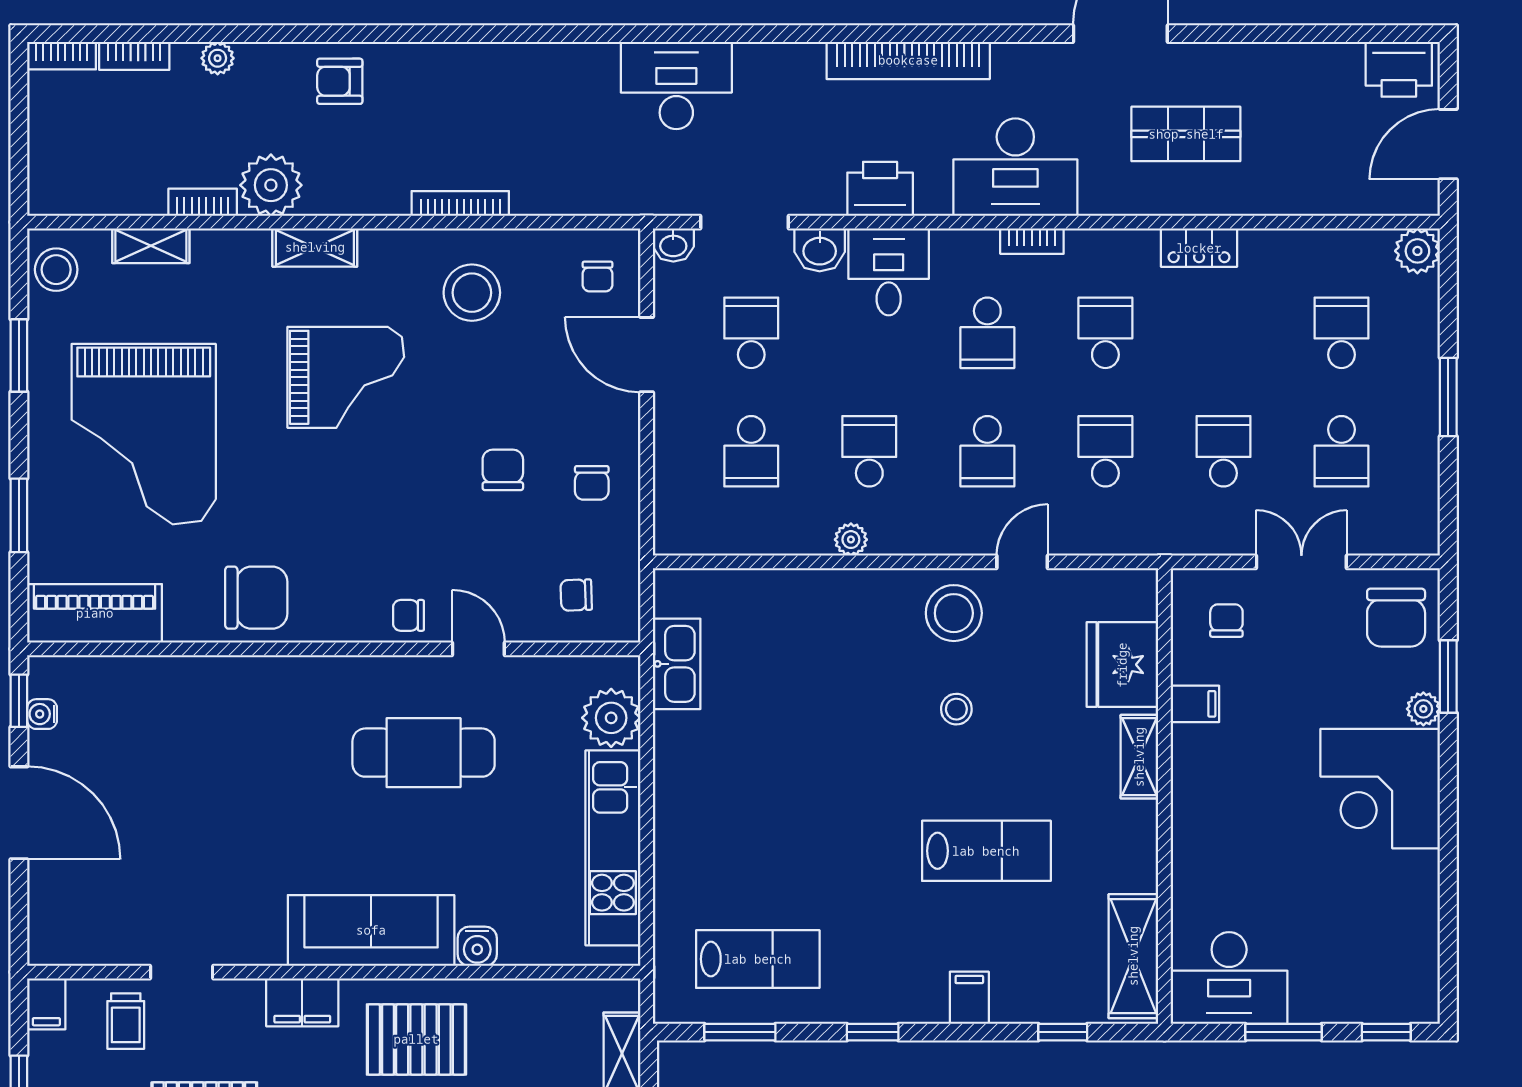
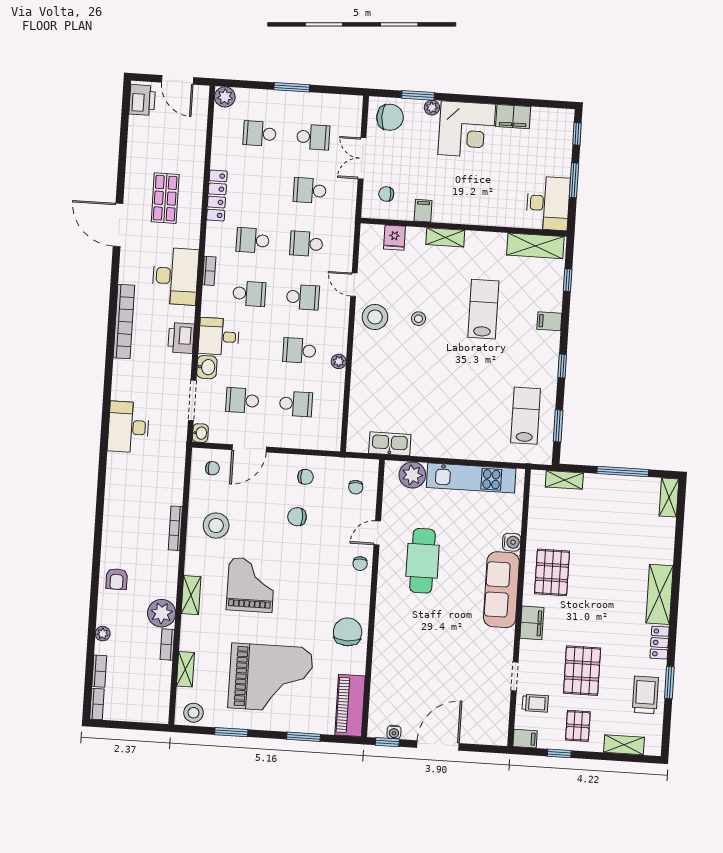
locker: (1199, 248) -> (217, 196), width x1.53
fridge: (1122, 665) -> (394, 238), width x0.53, depth x0.75
filing cabinet: (1415, 889) -> (513, 117), added

